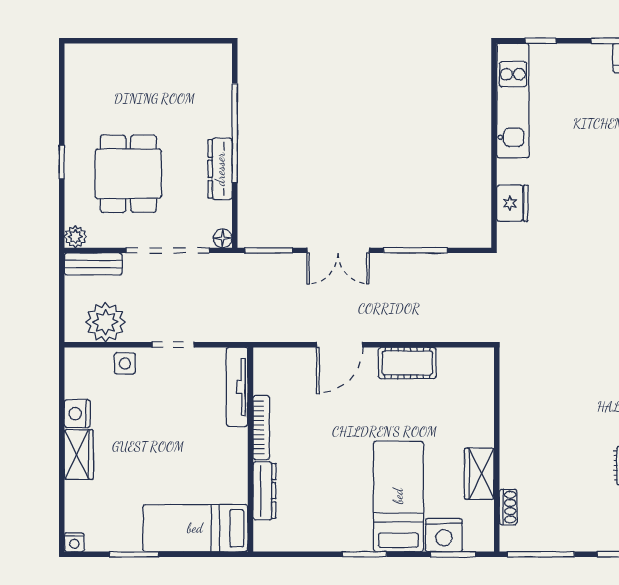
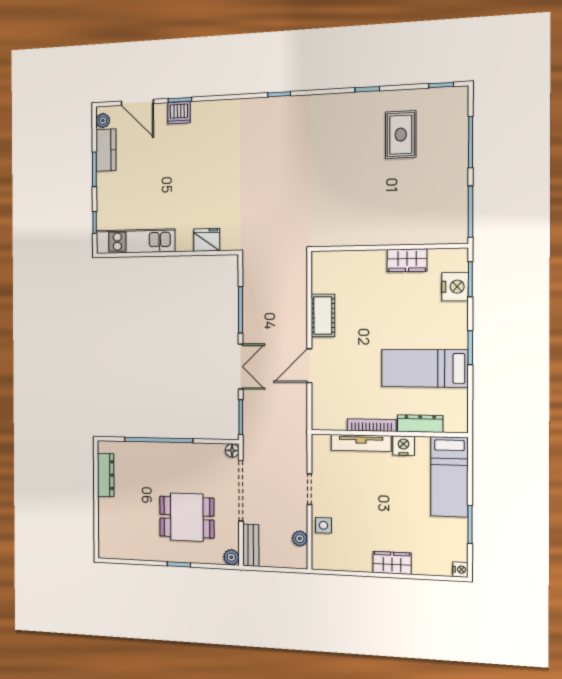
dresser: (220, 169) -> (106, 475), moved, turned -90
plant: (105, 322) -> (300, 539), width x0.53, depth x0.53
door: (340, 345) -> (309, 366), swing flipped
tv unit: (237, 387) -> (361, 443), moved
nightstand: (77, 414) -> (404, 446), moved, turned 180
bed: (398, 496) -> (425, 368), moved
shoe rack: (508, 507) -> (433, 238), removed

